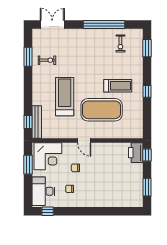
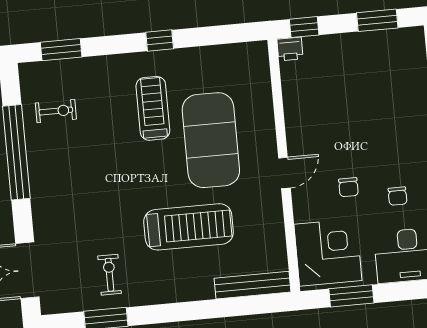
treadmill: (65, 97) -> (189, 227), turned 180
window: (28, 122) -> (254, 305), removed
printer: (136, 153) -> (290, 49), width x0.53, depth x0.68

